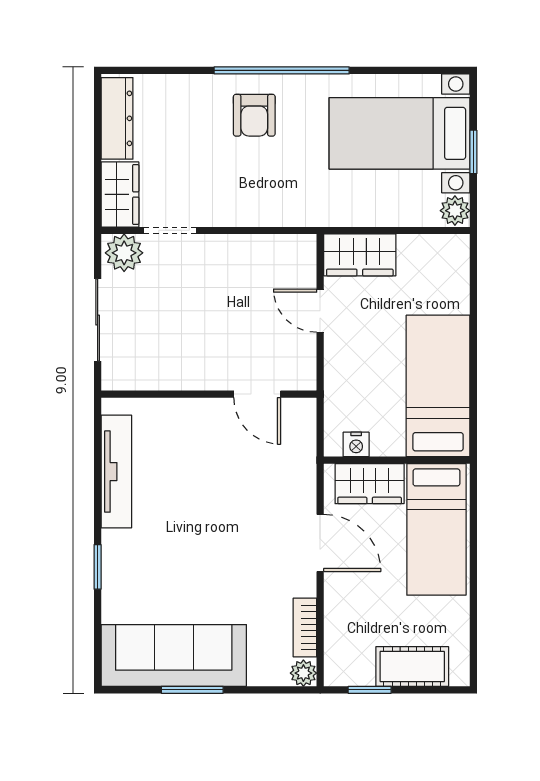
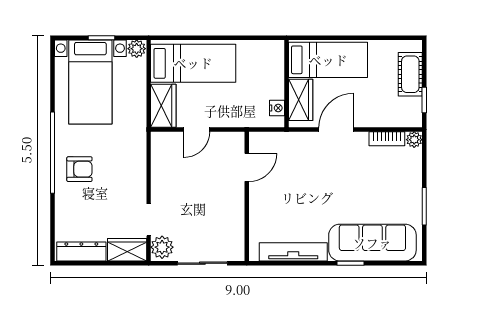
bed: (438, 386) -> (193, 63), moved, turned 180
sofa: (174, 655) -> (372, 243), moved, turned 90

